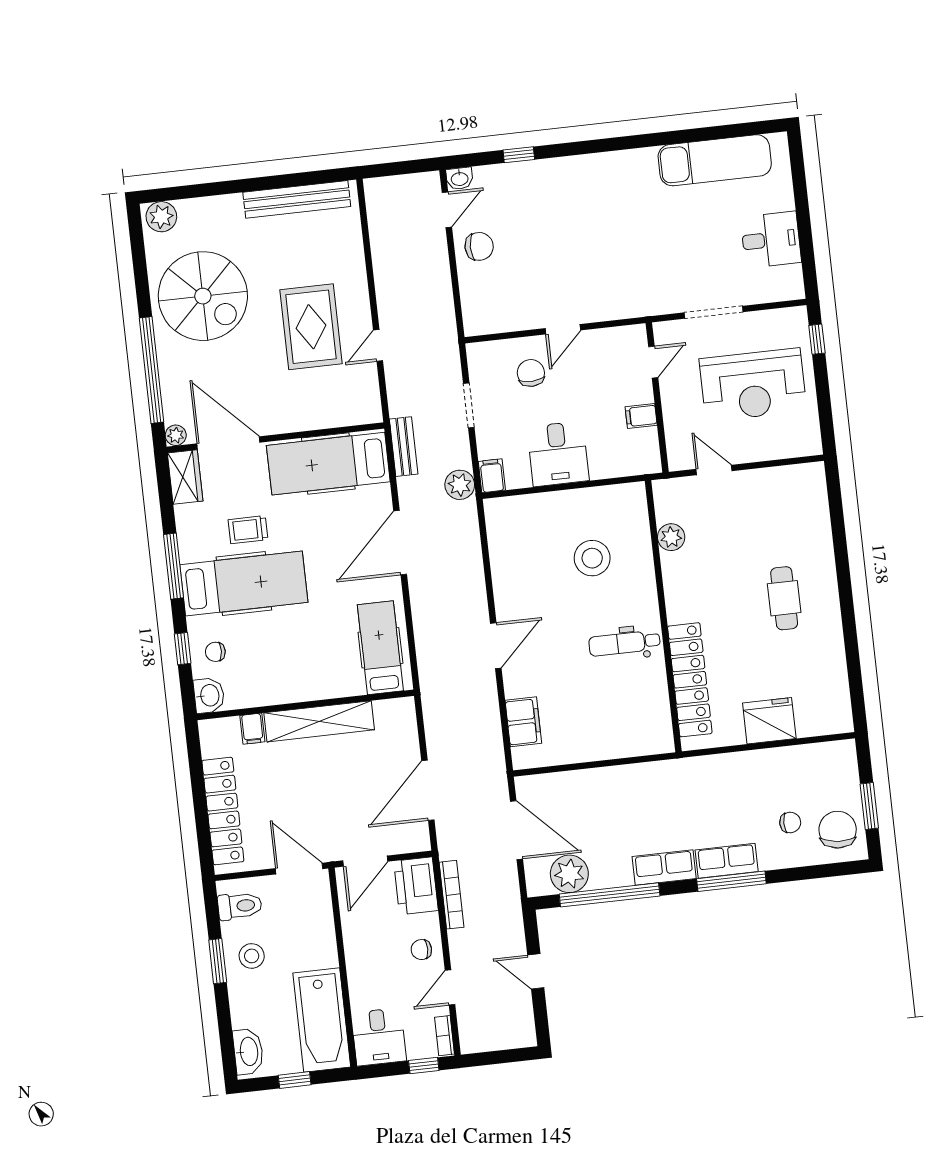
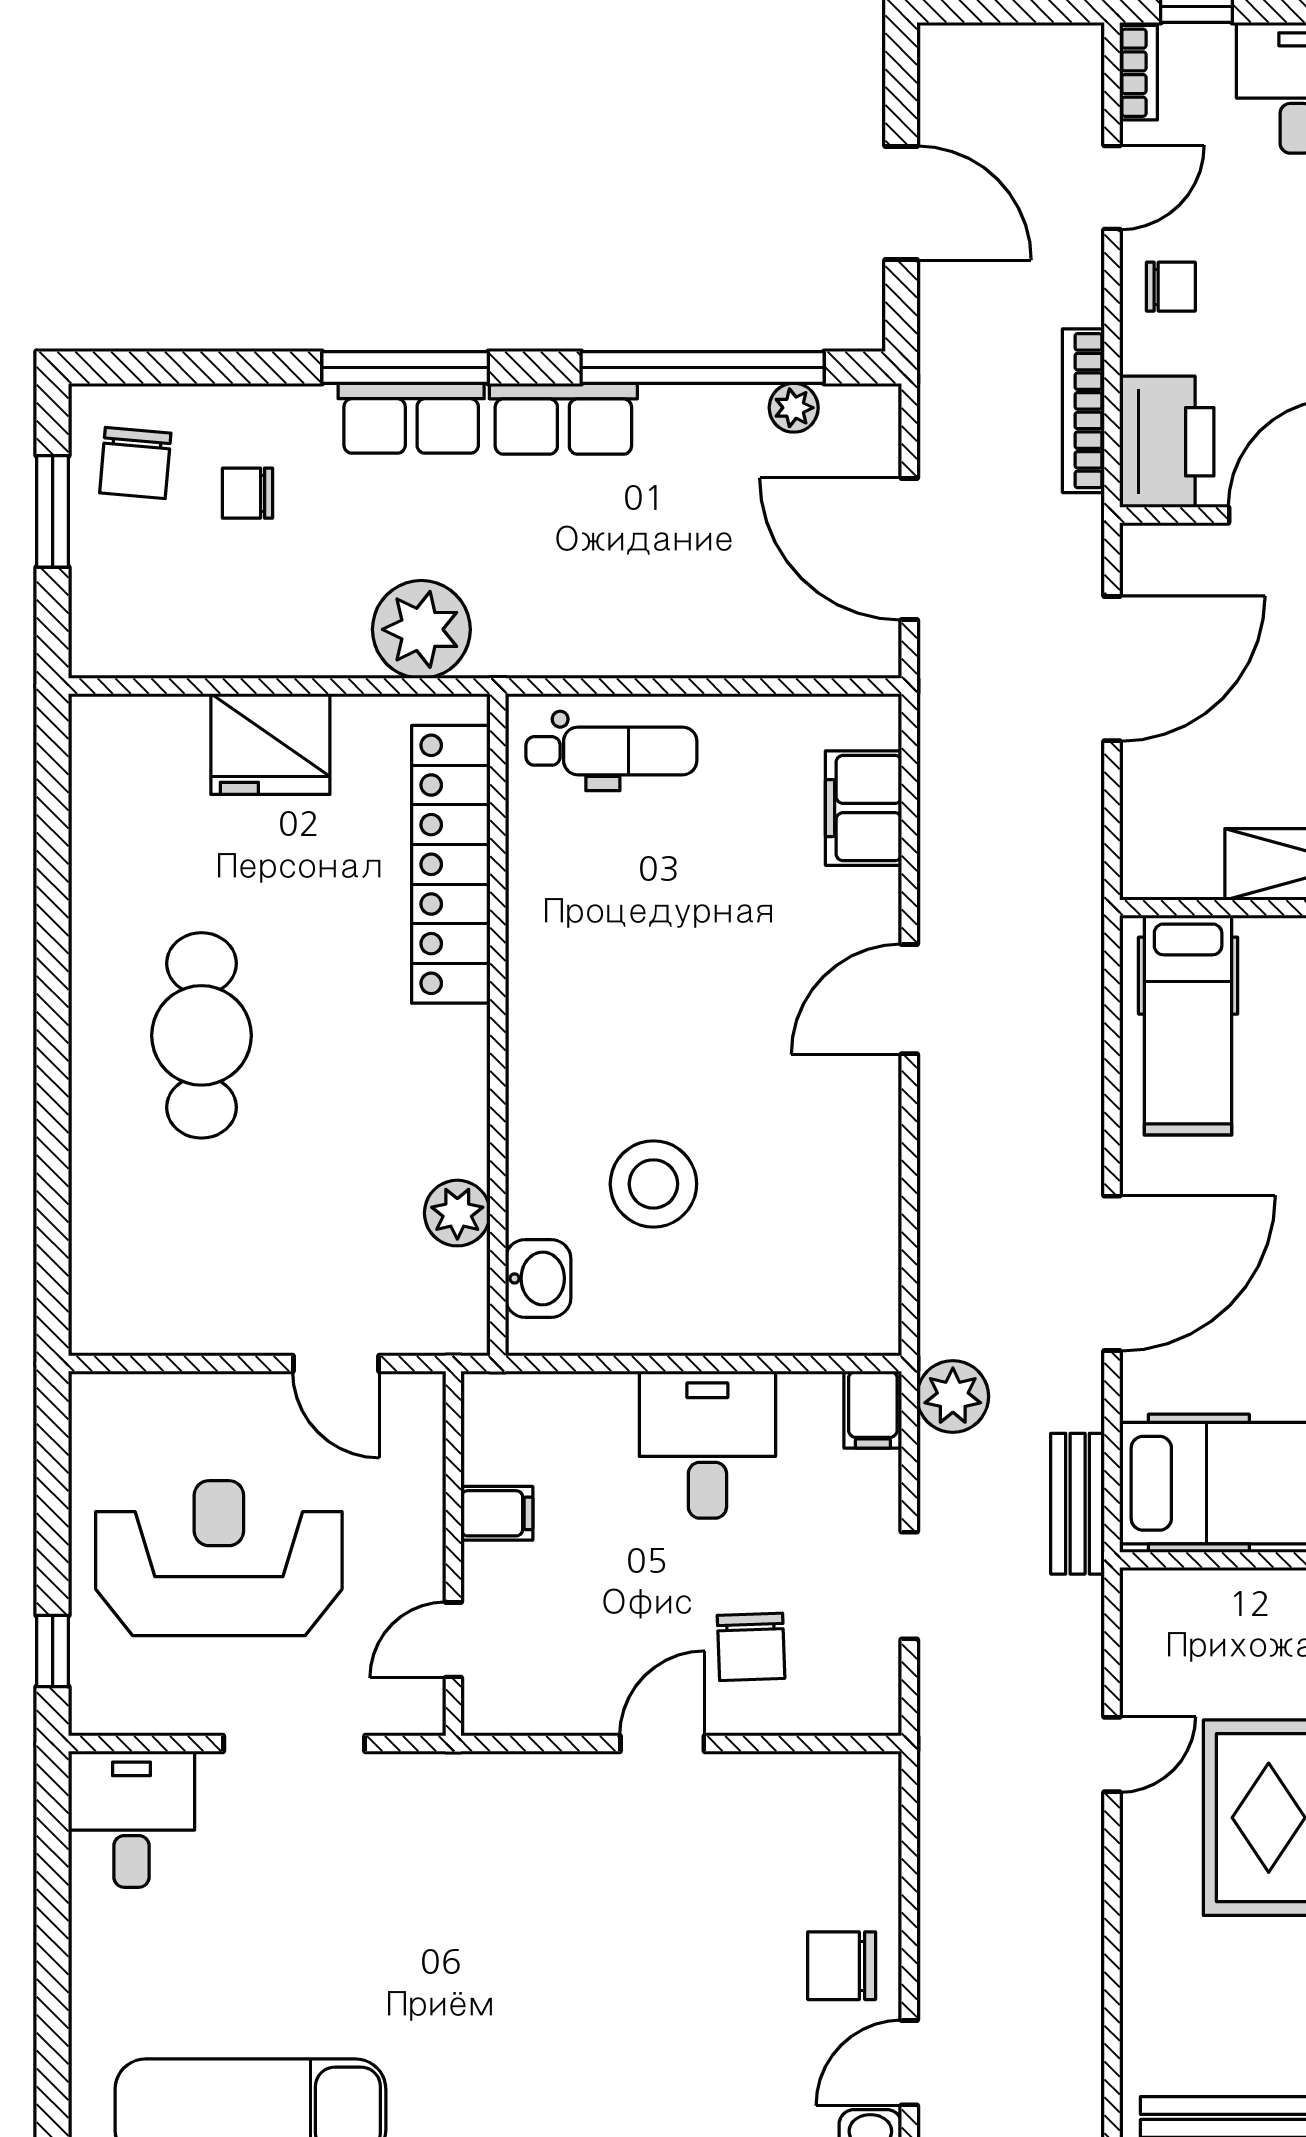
desk: (771, 240) -> (132, 1819), moved, turned 90
washbasin: (635, 514) -> (538, 1278), added
cafe table: (784, 598) -> (201, 1035), width x1.37, depth x1.35
dental chair: (624, 643) -> (611, 751), moved
plant: (713, 775) -> (421, 629), added
chair: (838, 830) -> (135, 463), width x0.73, depth x0.73
plant: (569, 874) -> (794, 408), width x0.53, depth x0.53
door: (536, 971) -> (901, 203), width x1.38

